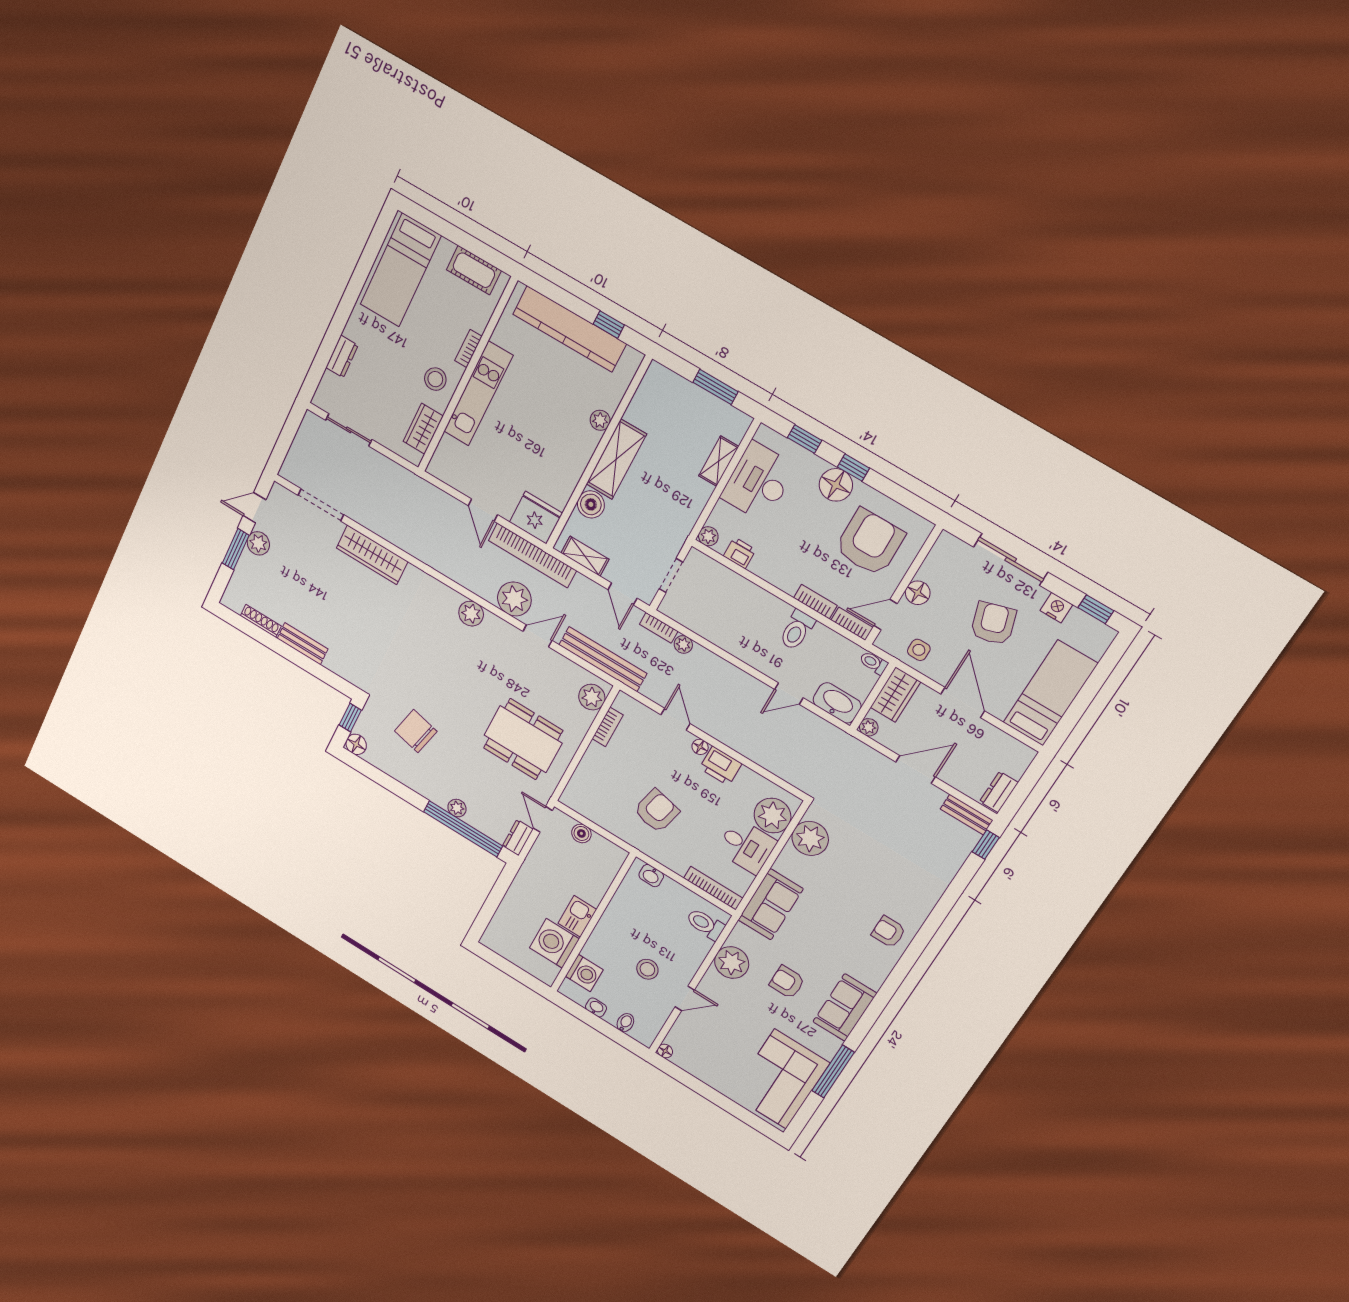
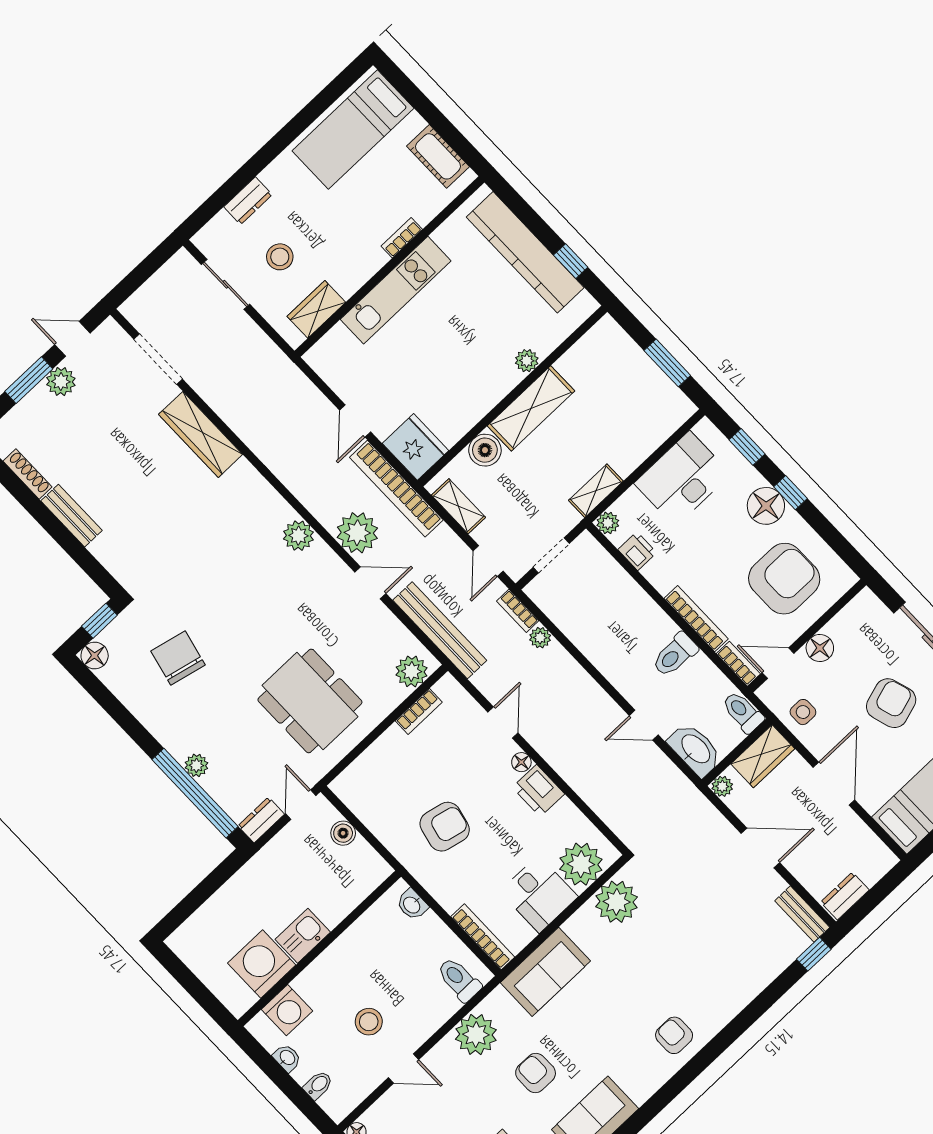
stool: (435, 379) -> (280, 257), moved
shelving: (719, 461) -> (596, 491), moved
bookcase: (815, 602) -> (696, 619), width x1.56
toilet: (874, 663) -> (743, 712), width x1.37, depth x1.39

